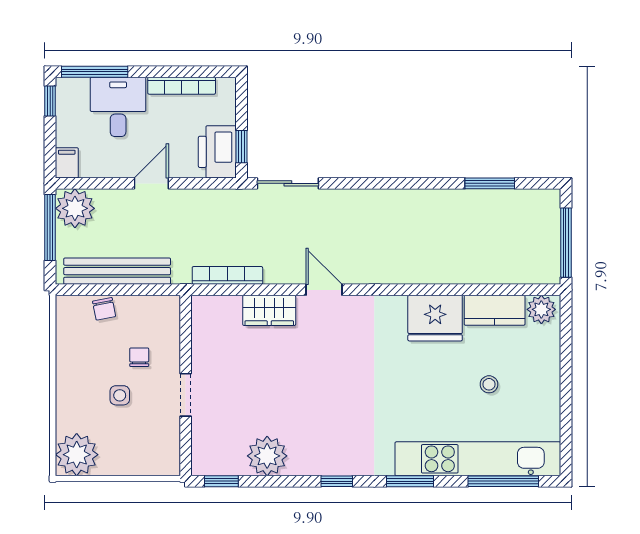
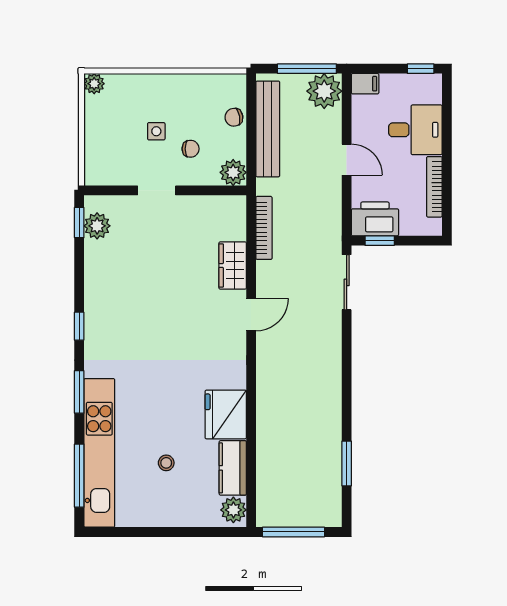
window: (95, 72) -> (447, 109), removed
plant: (166, 310) -> (233, 172), added
plant: (77, 455) -> (94, 84), width x0.53, depth x0.53
plant: (267, 456) -> (97, 226), moved, width x0.73, depth x0.73

